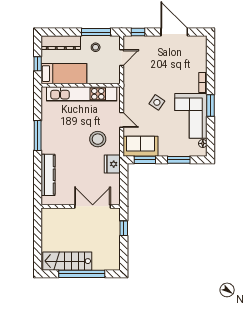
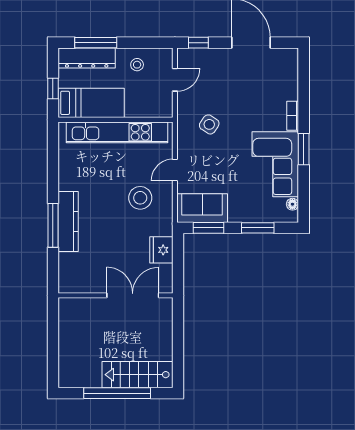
window: (96, 32) -> (96, 43), moved
side table: (157, 102) -> (209, 124), moved
door: (122, 120) -> (175, 170), swing flipped
window: (38, 135) -> (53, 225), moved
fridge: (112, 164) -> (161, 250), moved
kitchen counter: (48, 175) -> (68, 221), moved
window: (124, 228) -> (178, 327), removed
stairs: (67, 261) -> (137, 375), moved

